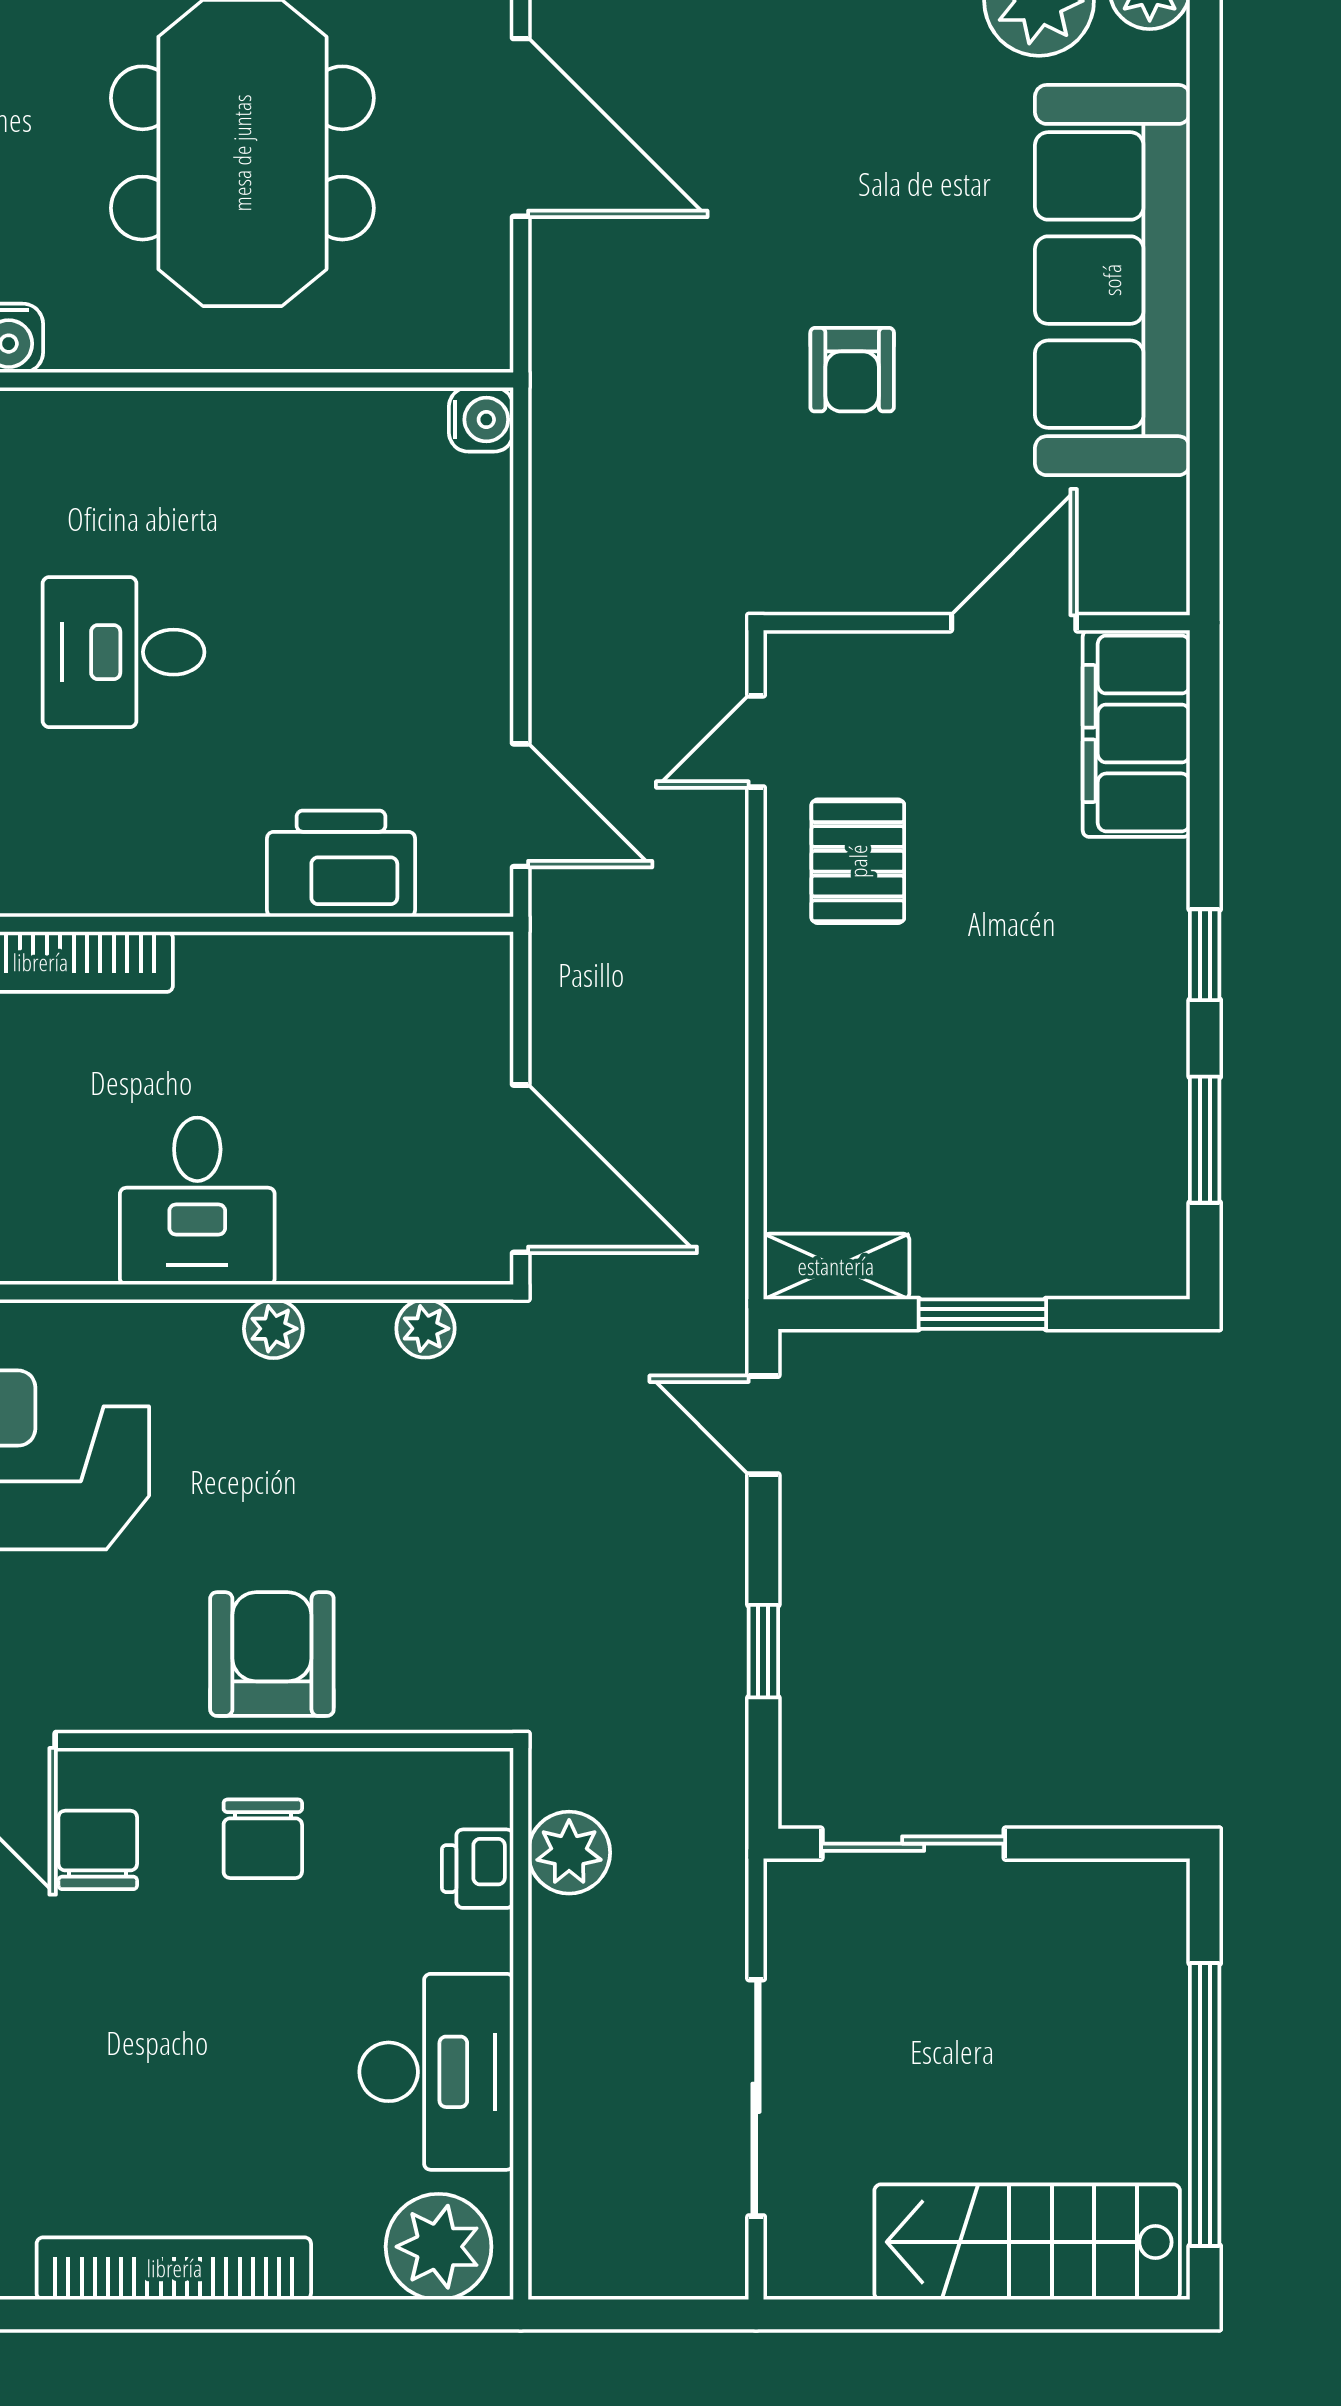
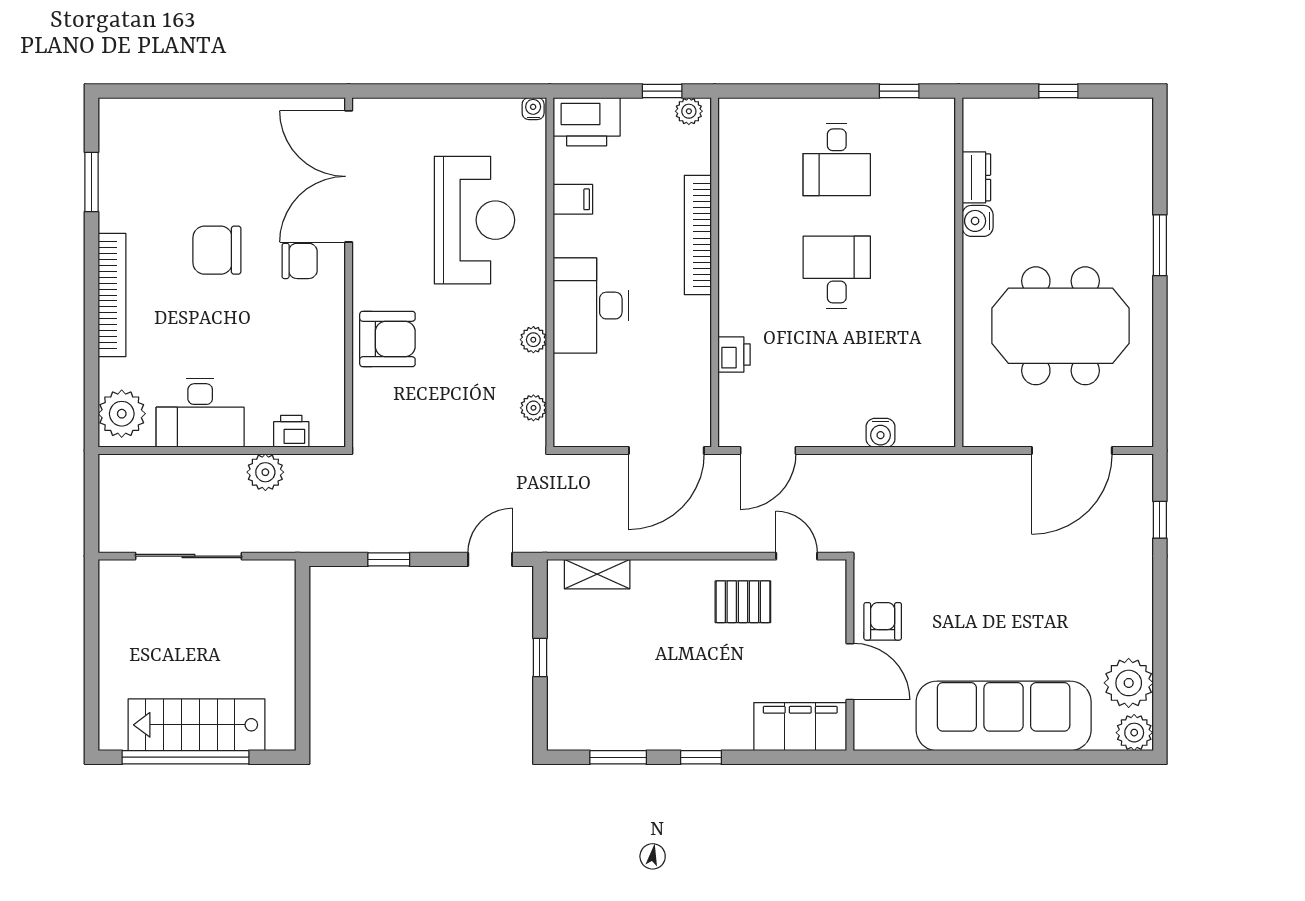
armchair: (852, 370) -> (883, 621), moved, turned 90
water cooler: (481, 420) -> (880, 433), moved
printer: (341, 864) -> (734, 355), width x0.53, depth x0.68
door: (521, 1169) -> (666, 451), moved
desk: (197, 1201) -> (591, 306), width x1.37
shelving: (836, 1266) -> (597, 574), moved, turned 90
window: (982, 1314) -> (540, 658), width x0.67
chair: (263, 1839) -> (217, 250), moved, width x1.37, depth x1.37
sliding door: (913, 1844) -> (302, 626), removed
plant: (569, 1853) -> (265, 472), moved
stairs: (1027, 2242) -> (197, 725), moved, turned -90

